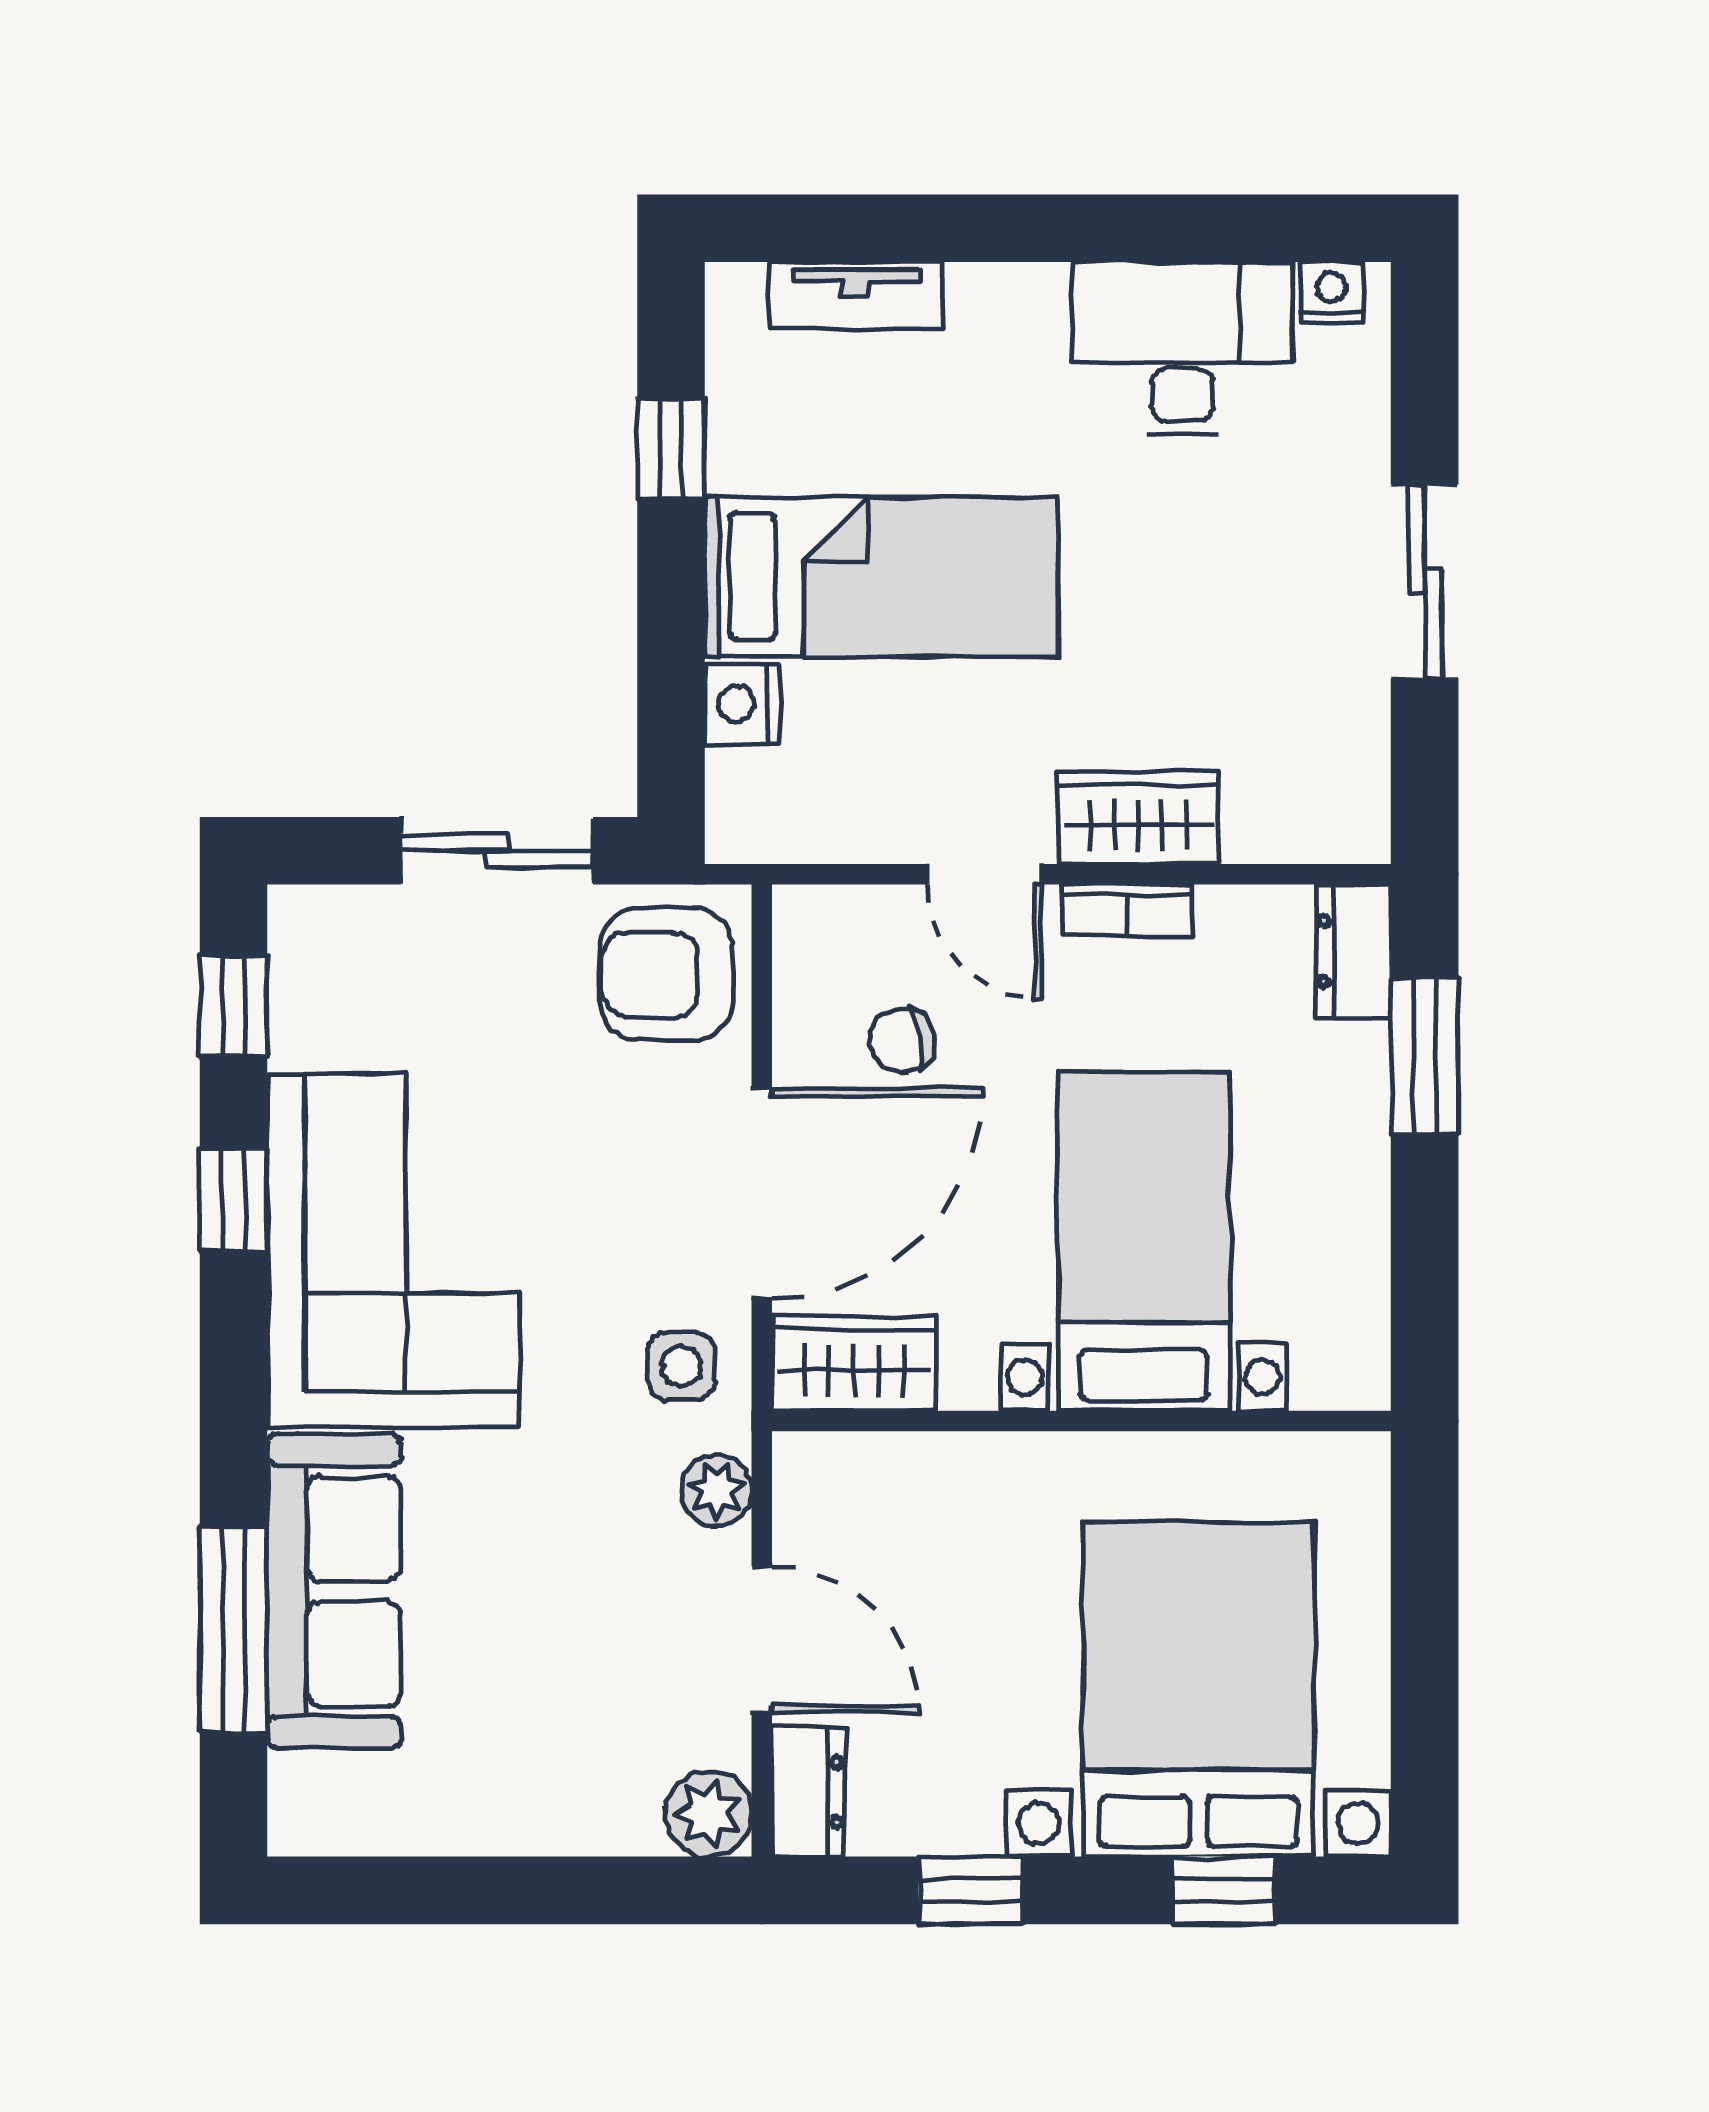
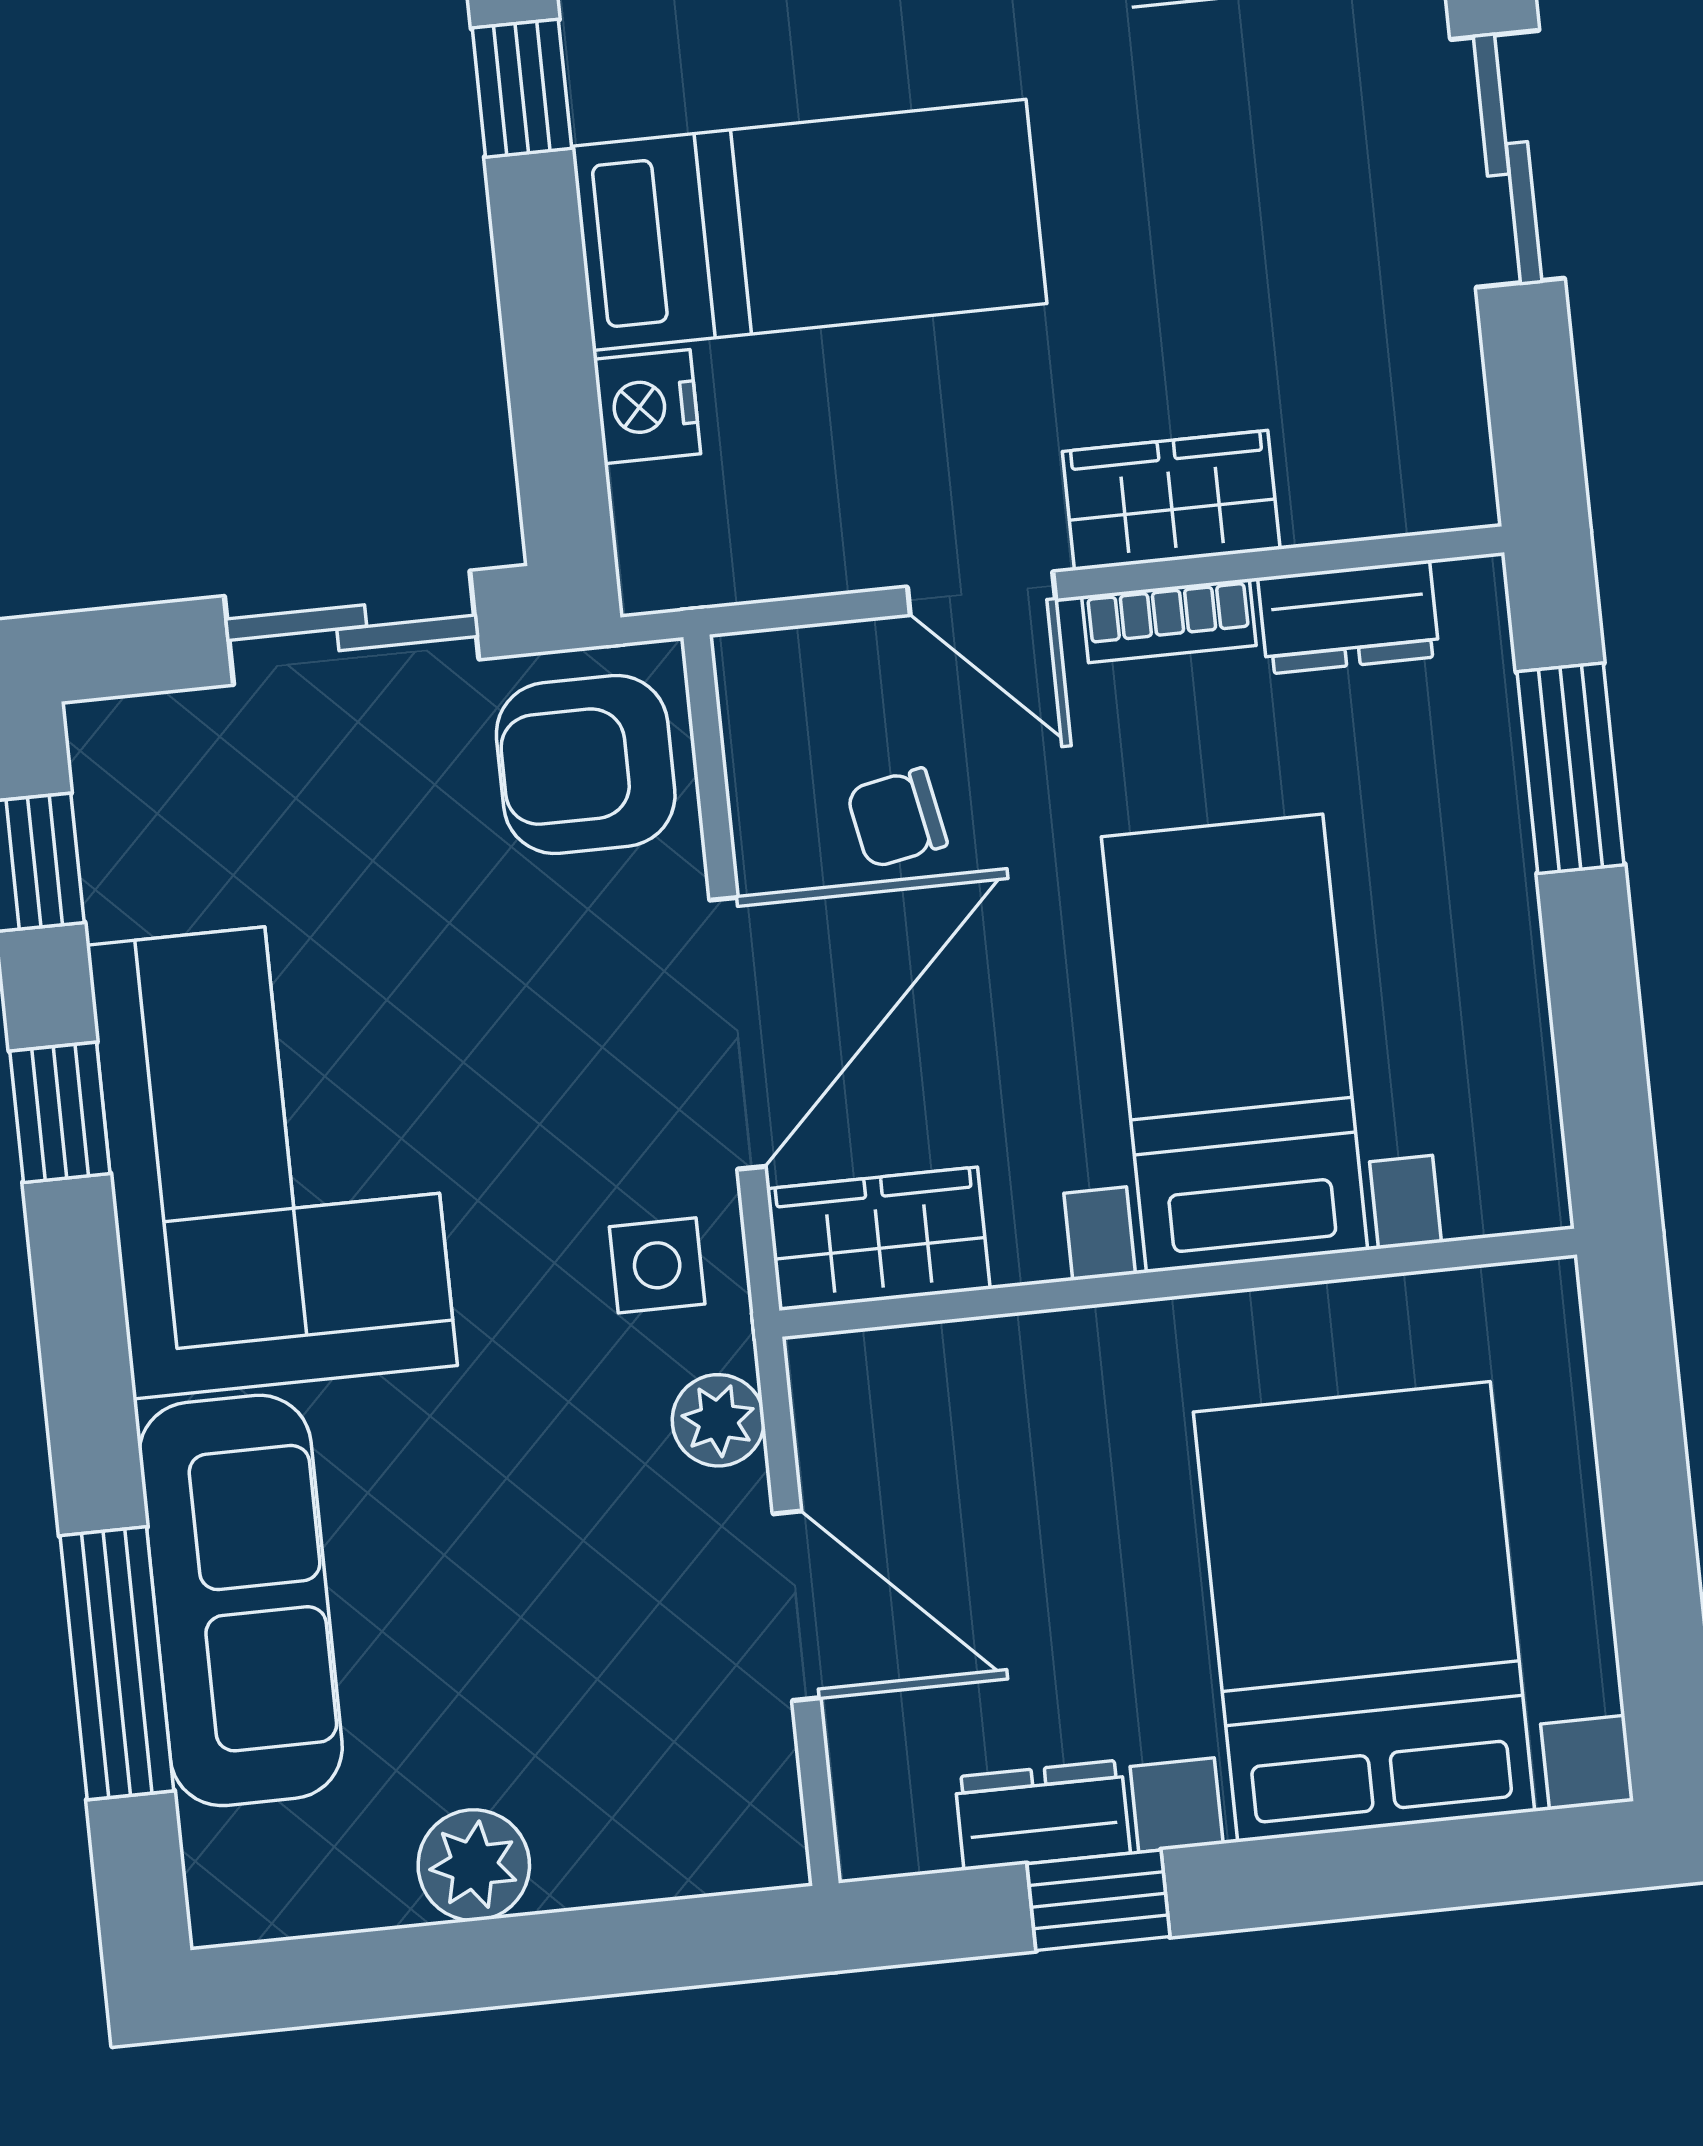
dresser: (1353, 951) -> (1349, 617), moved, turned -90
dresser: (808, 1792) -> (1042, 1815), moved, turned -90
plant: (709, 1814) -> (474, 1865), moved
window: (1224, 1890) -> (1424, 1867), removed

